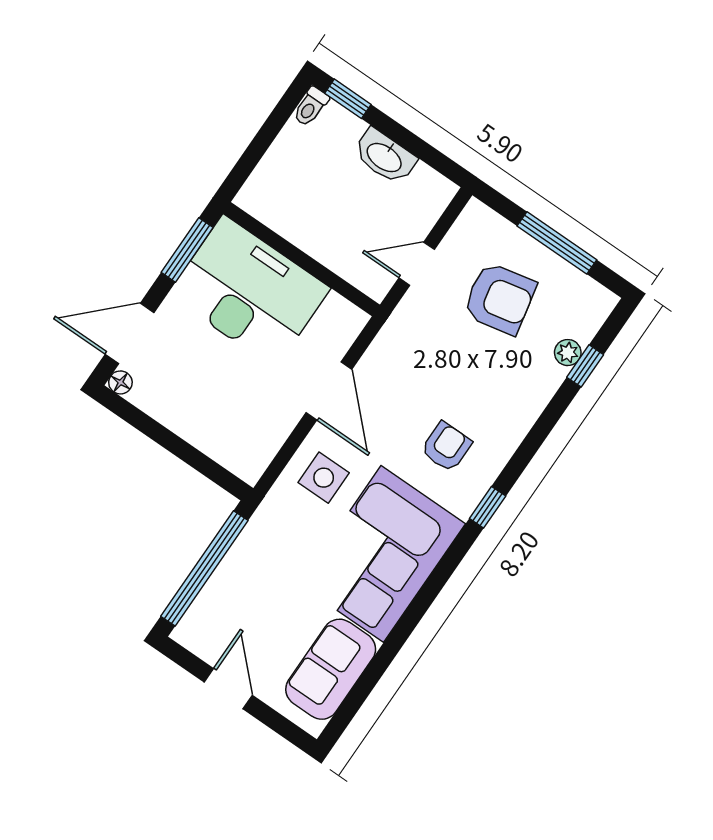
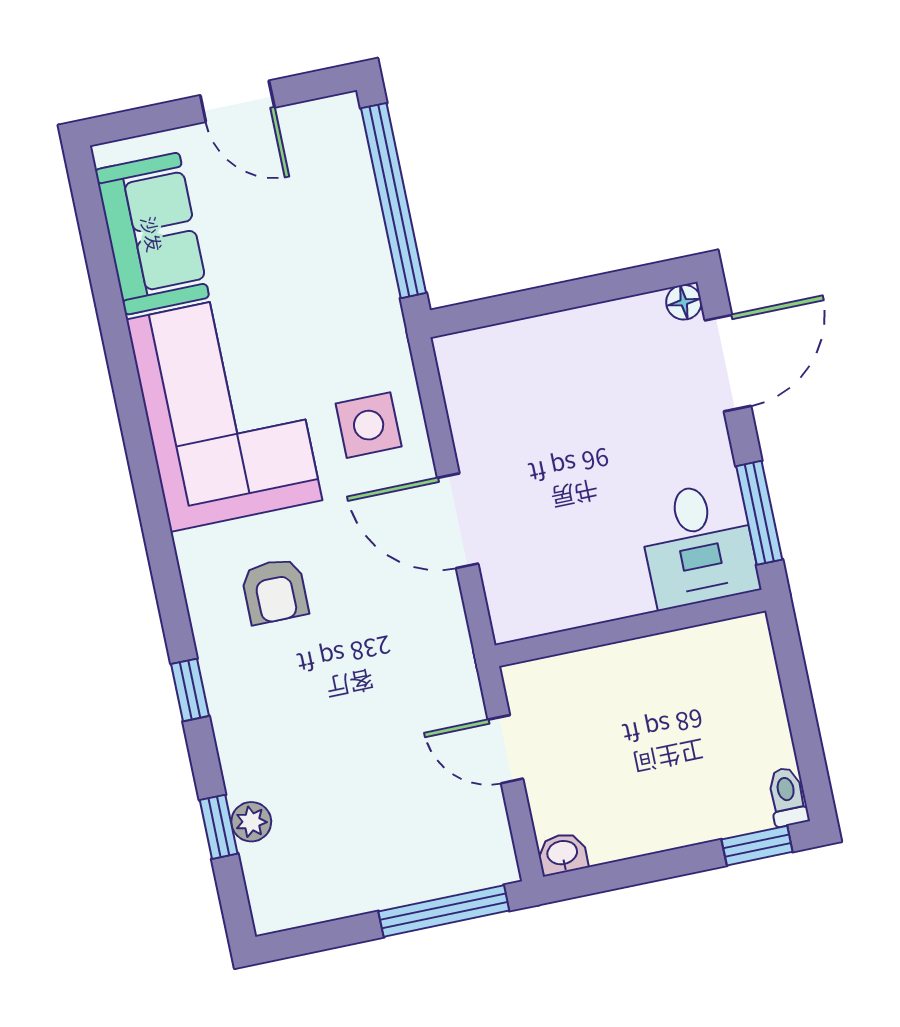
washbasin: (385, 157) -> (562, 854), moved, width x0.52, depth x0.69
window: (557, 243) -> (444, 911), moved
door: (417, 264) -> (505, 749), swing flipped
desk: (249, 291) -> (698, 545), width x0.53, depth x0.77
armchair: (500, 298) -> (381, 804), removed
window: (488, 507) -> (190, 690), moved

